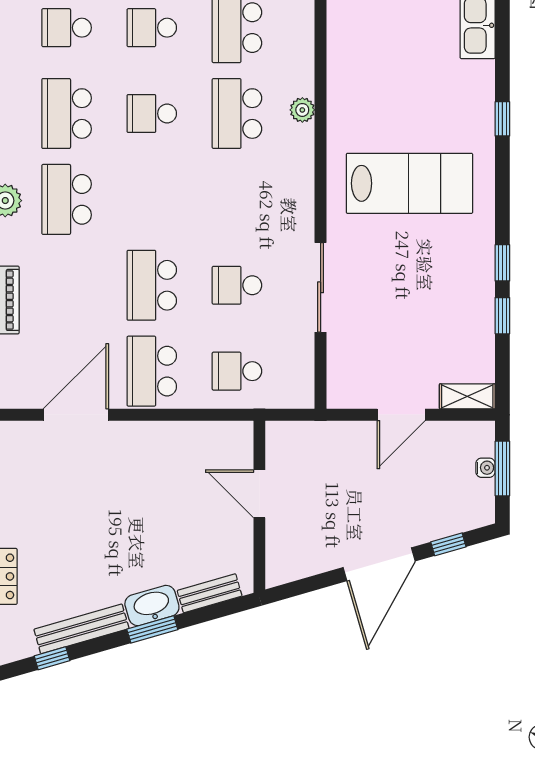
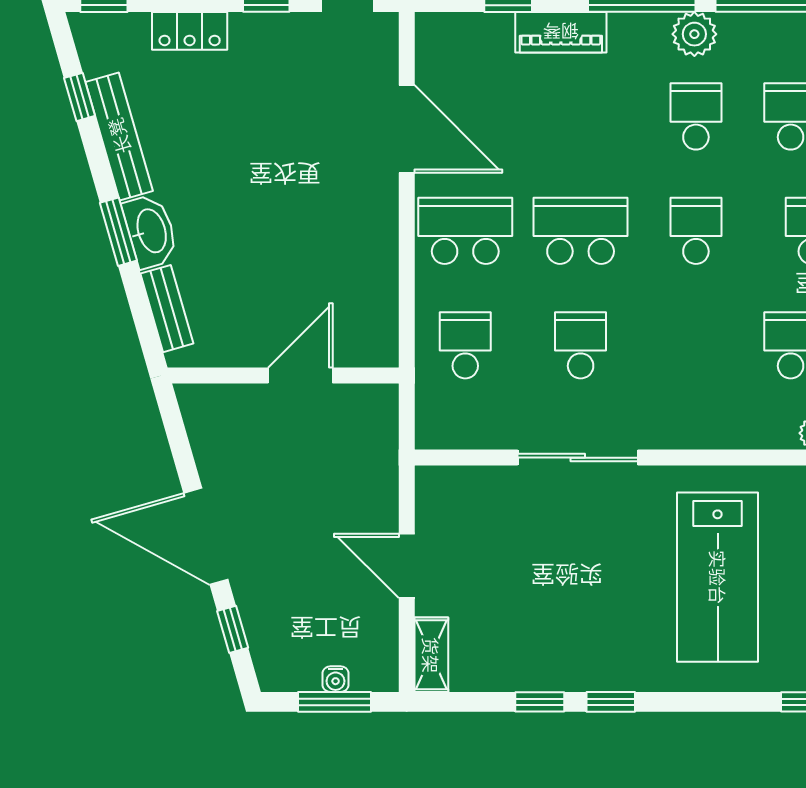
school desk: (67, 199) -> (696, 116), width x0.54
school desk: (152, 199) -> (696, 231), added

